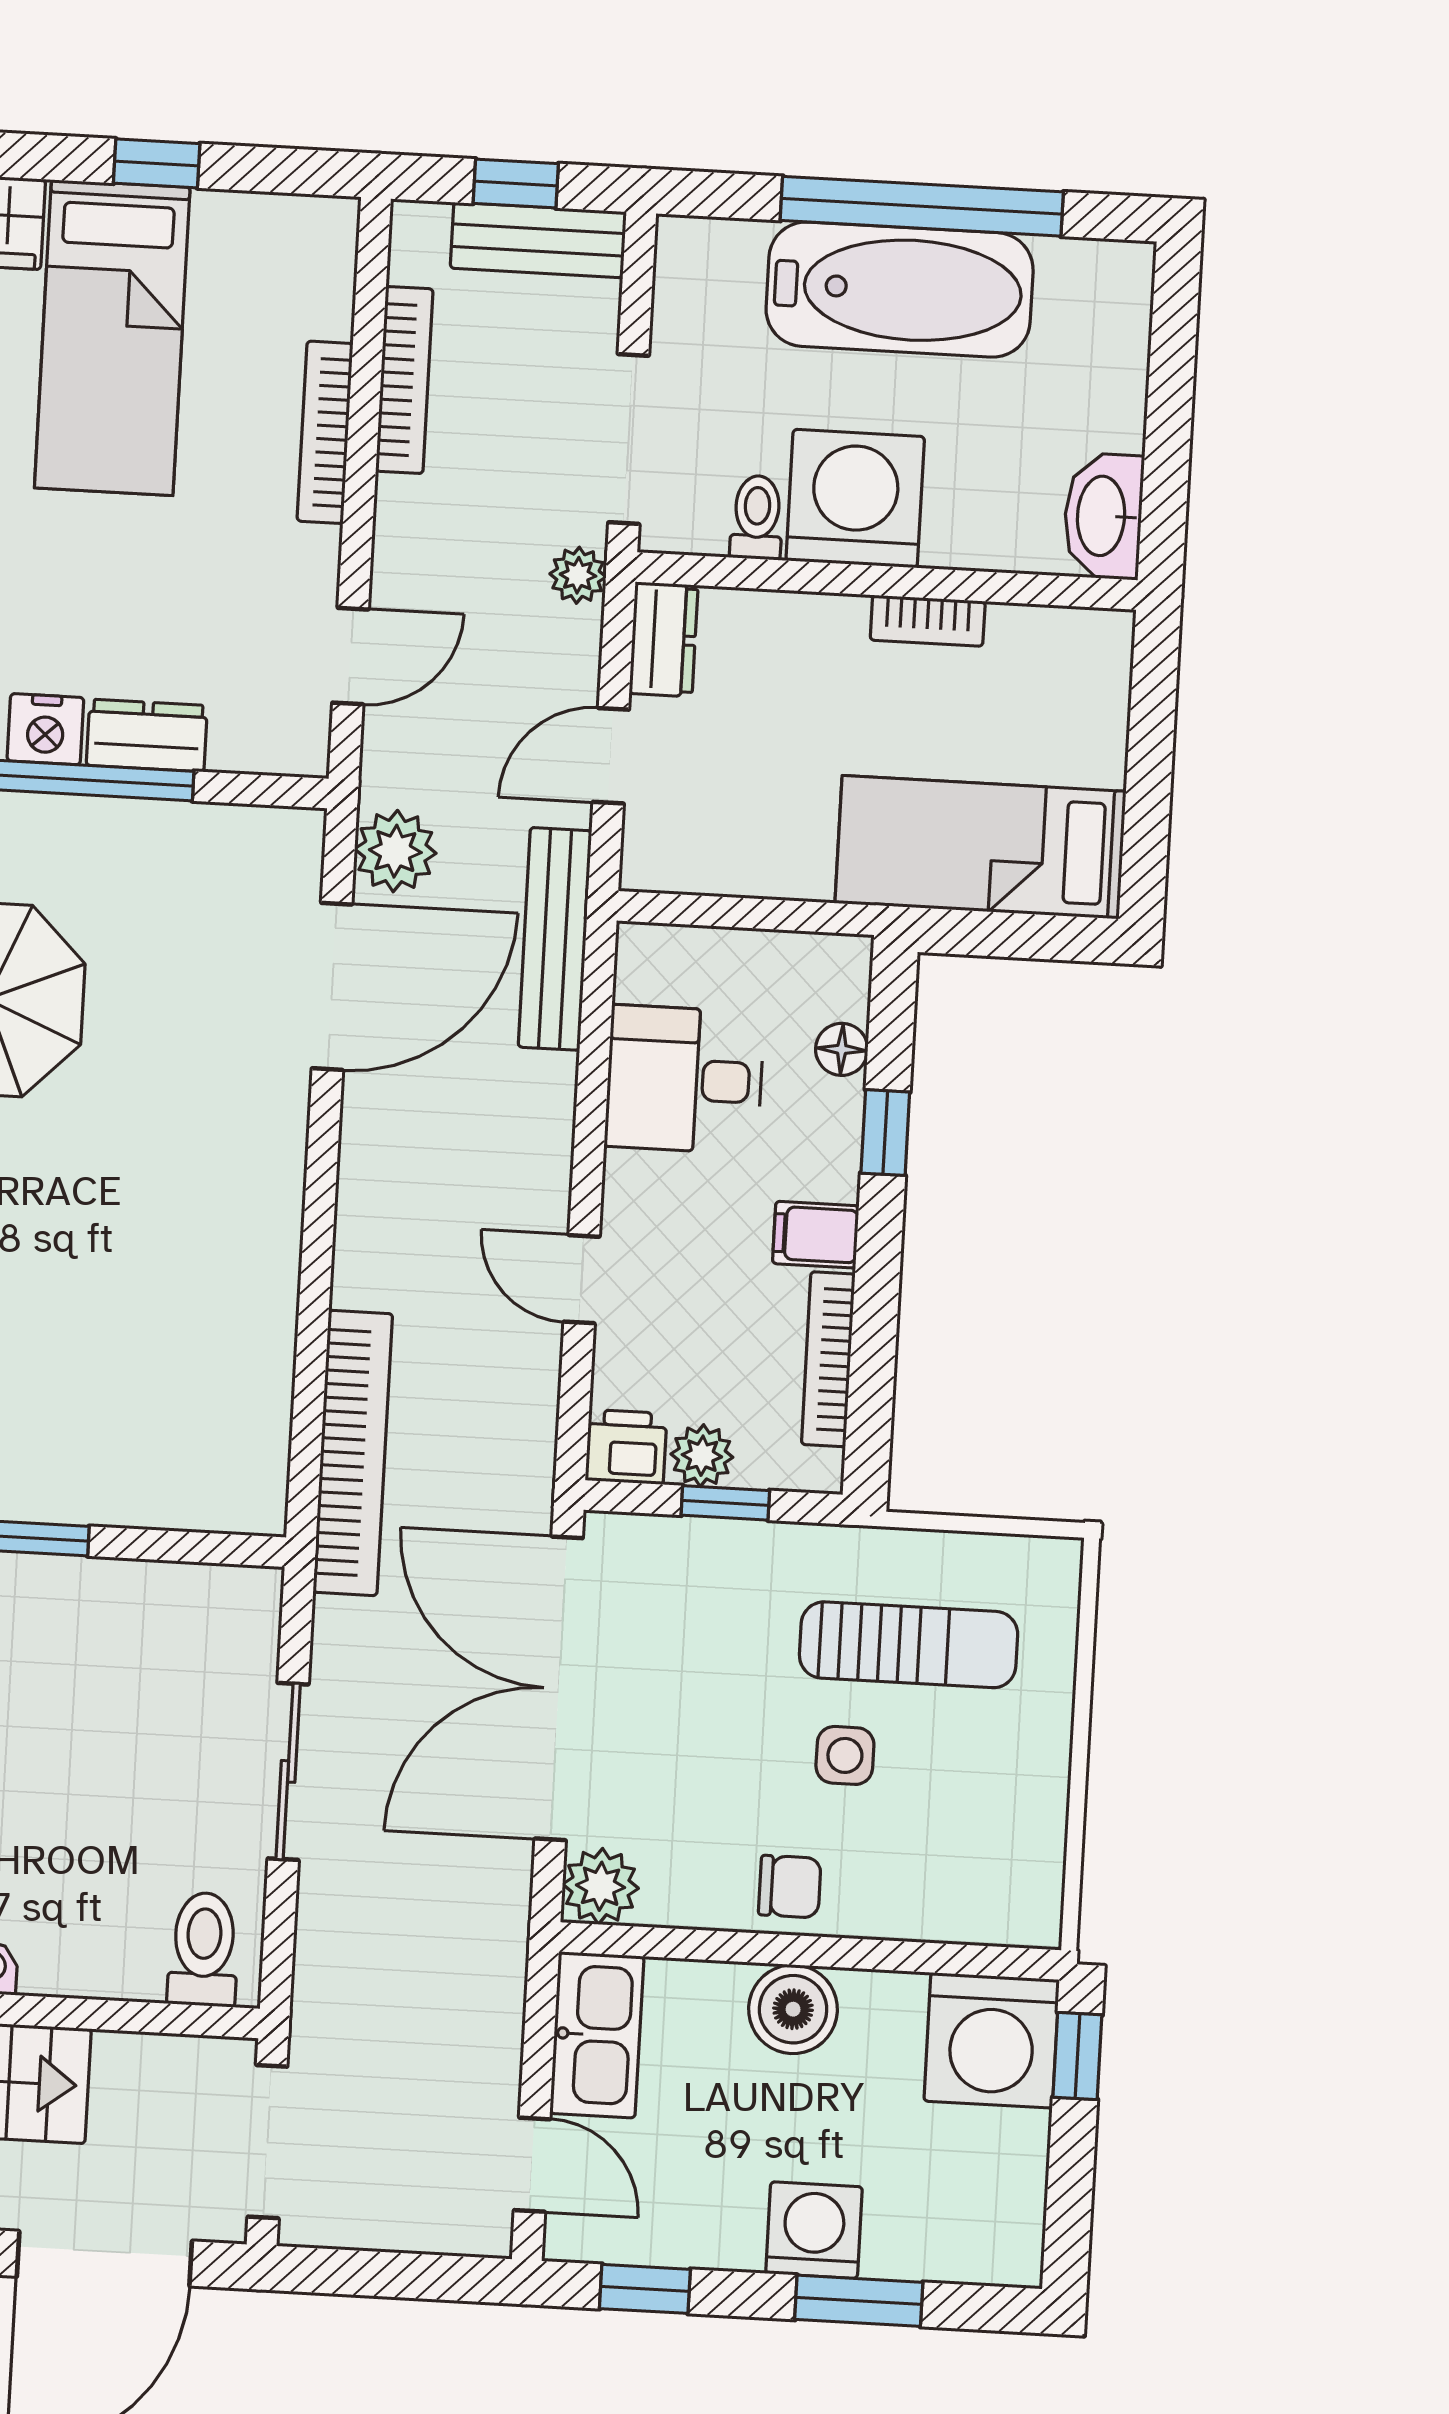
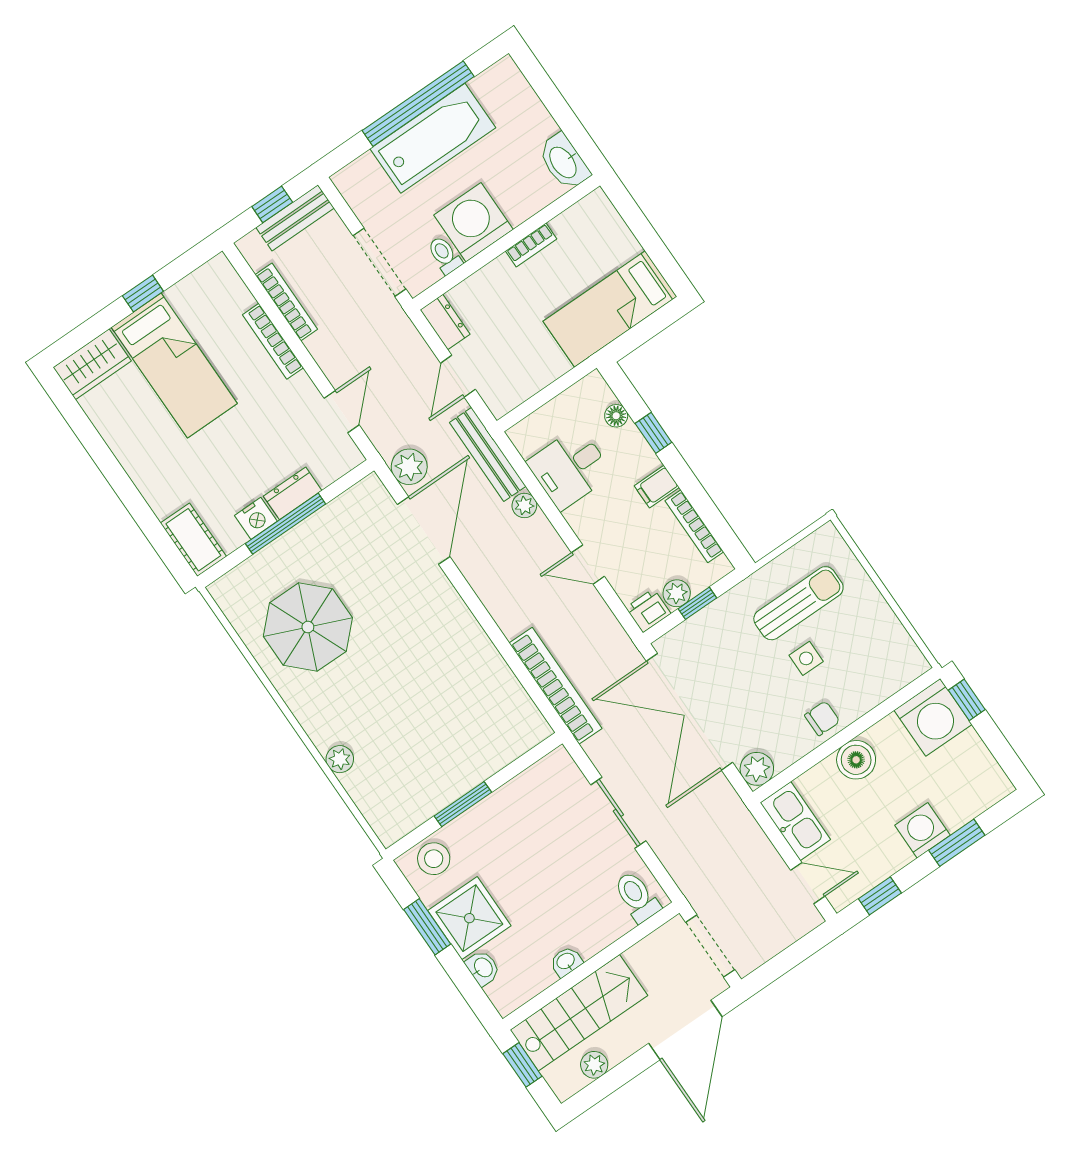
plant: (578, 575) -> (524, 506), moved

